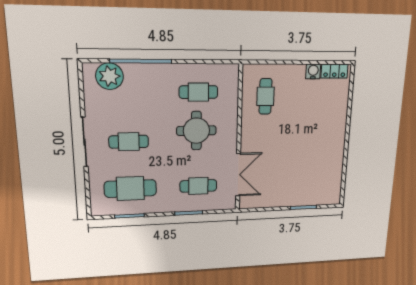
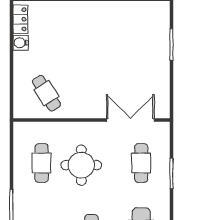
cafe table: (265, 96) -> (46, 93), turned 58

